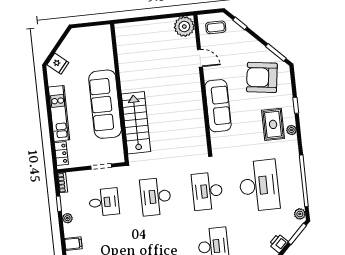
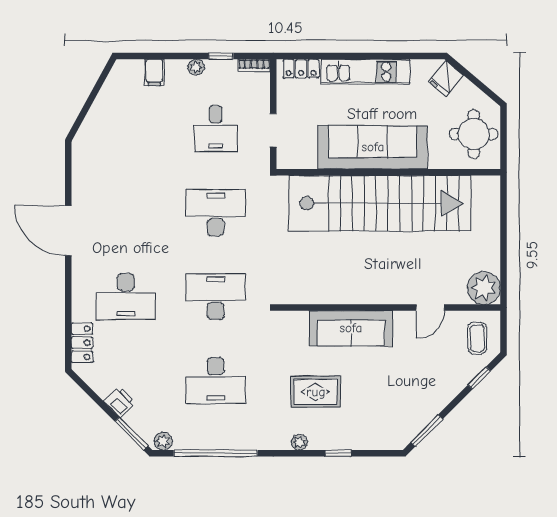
round table: (90, 43) -> (474, 134), added
armchair: (262, 77) -> (389, 404), removed
stairs: (136, 123) -> (380, 203), width x1.86, depth x1.51
rug: (273, 124) -> (316, 392), moved
desk: (259, 186) -> (216, 381), width x0.73, depth x0.77

